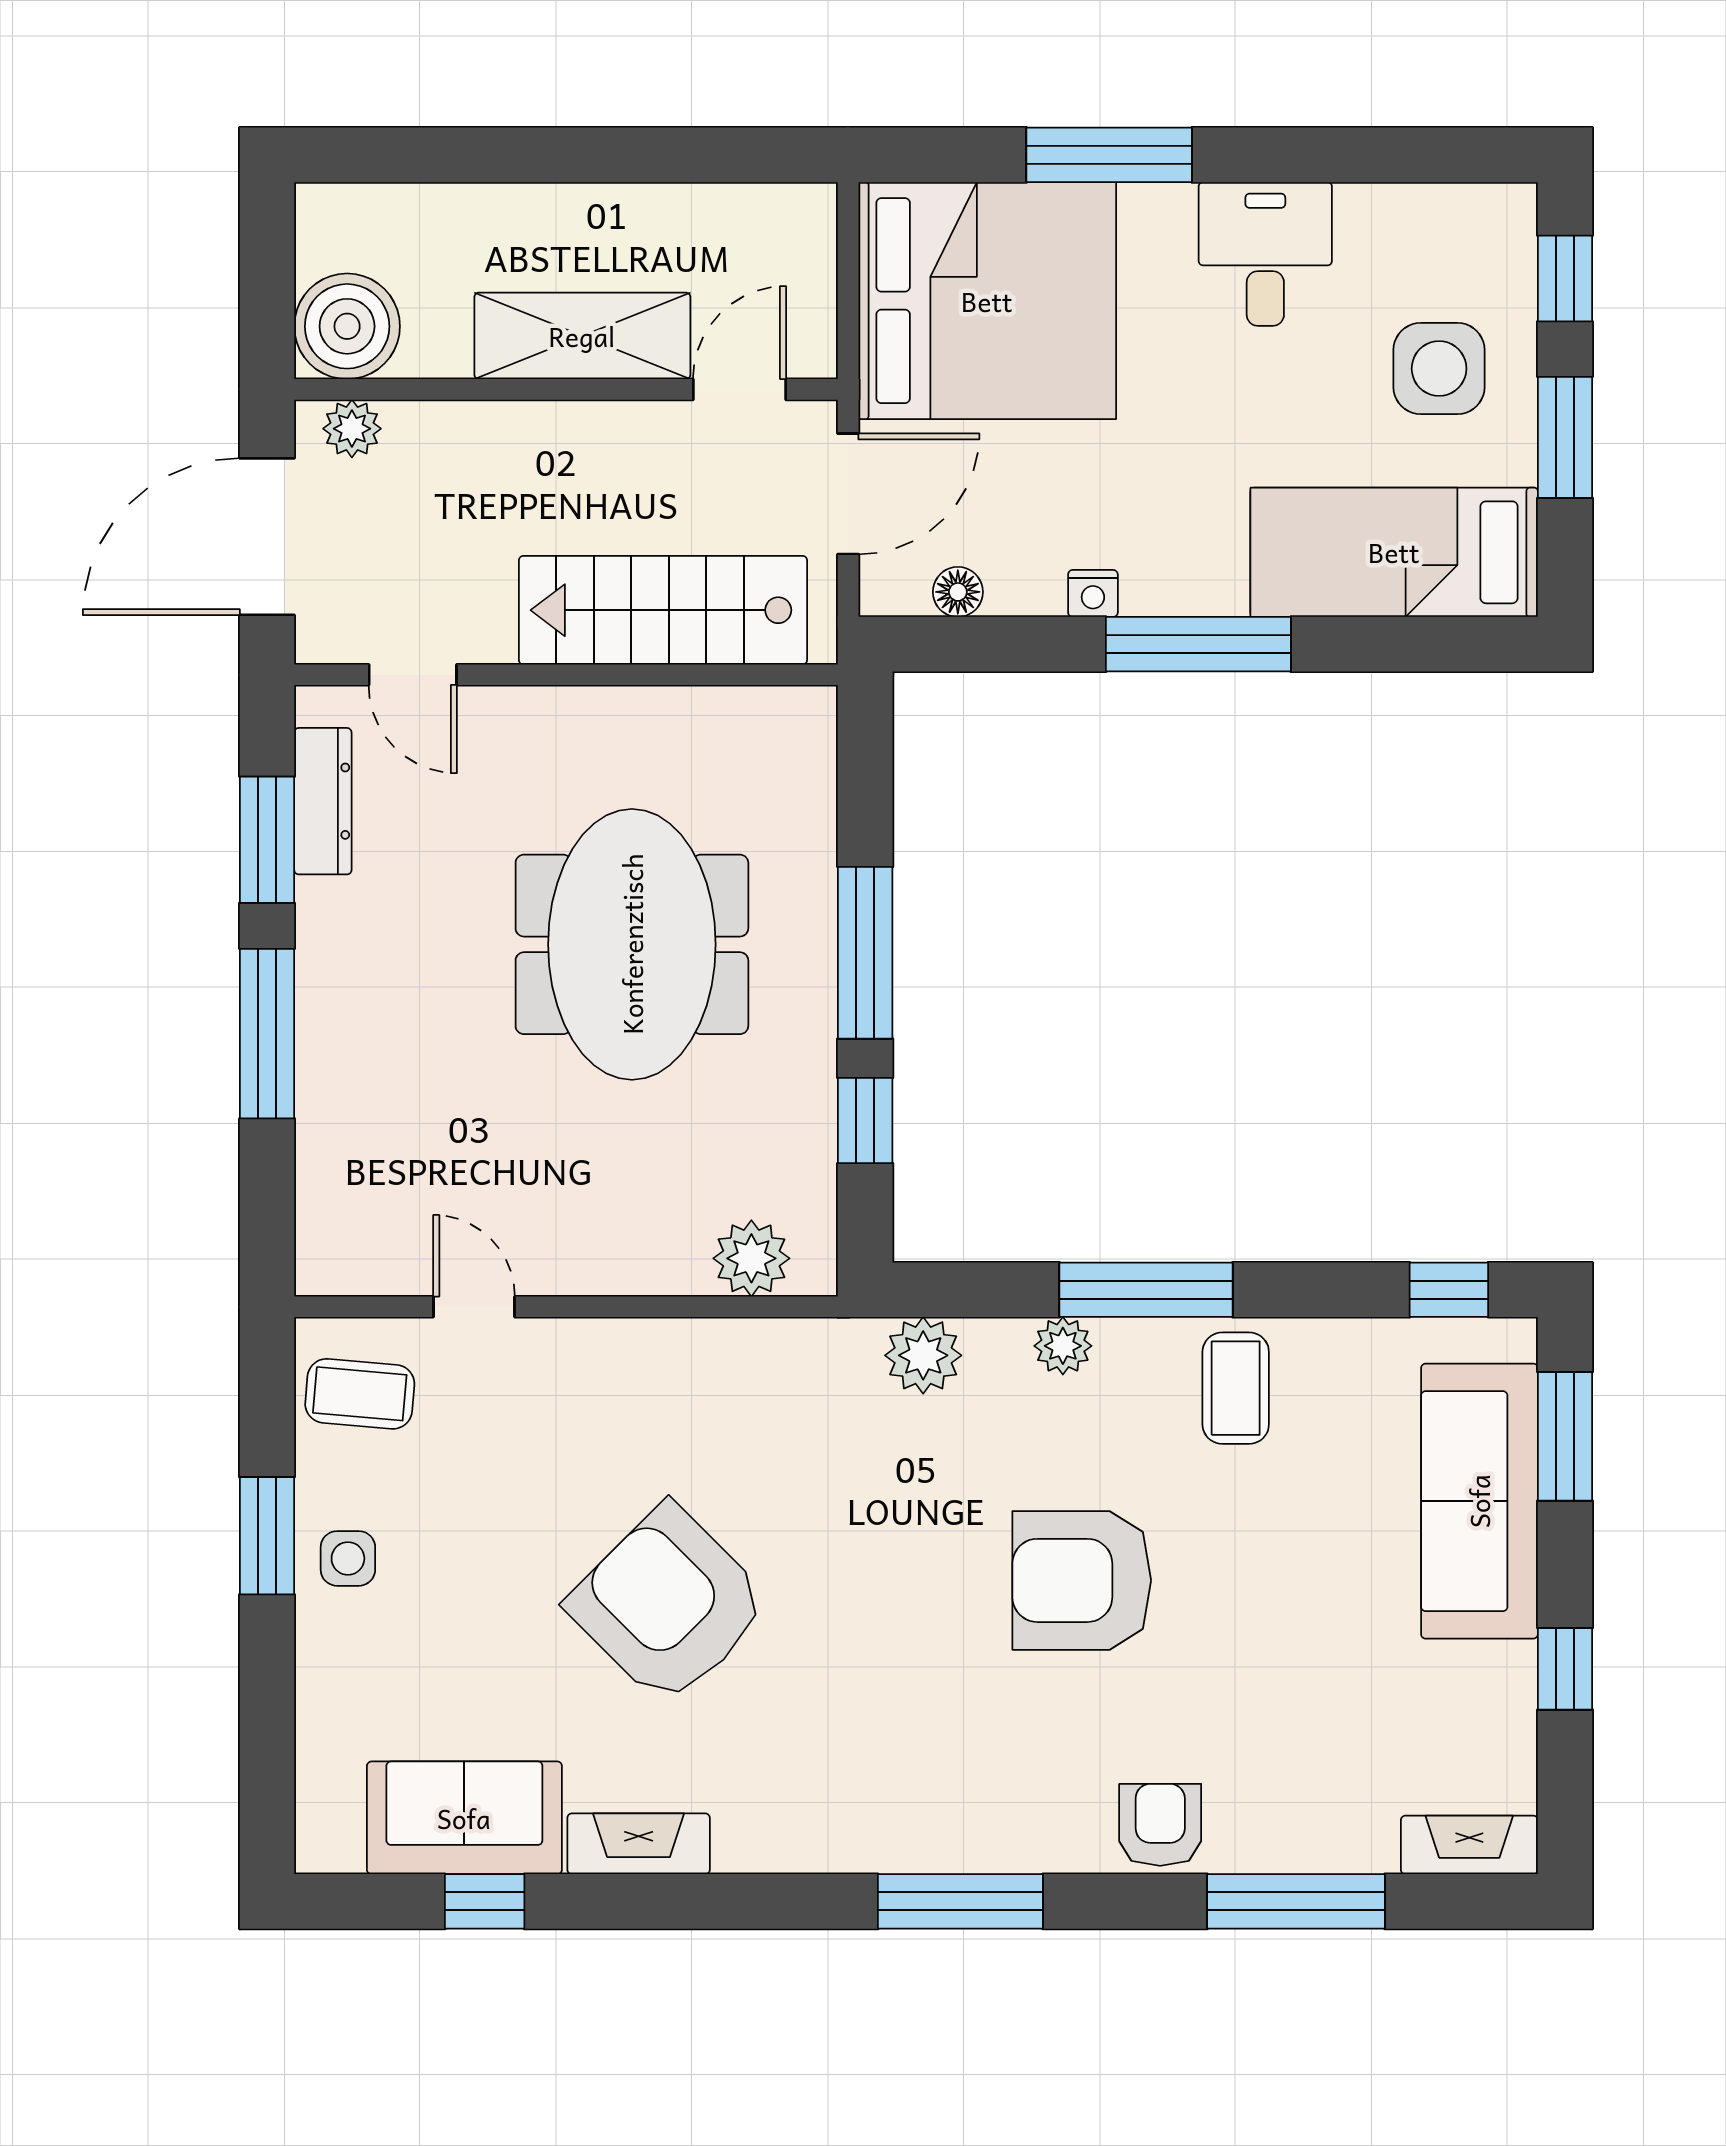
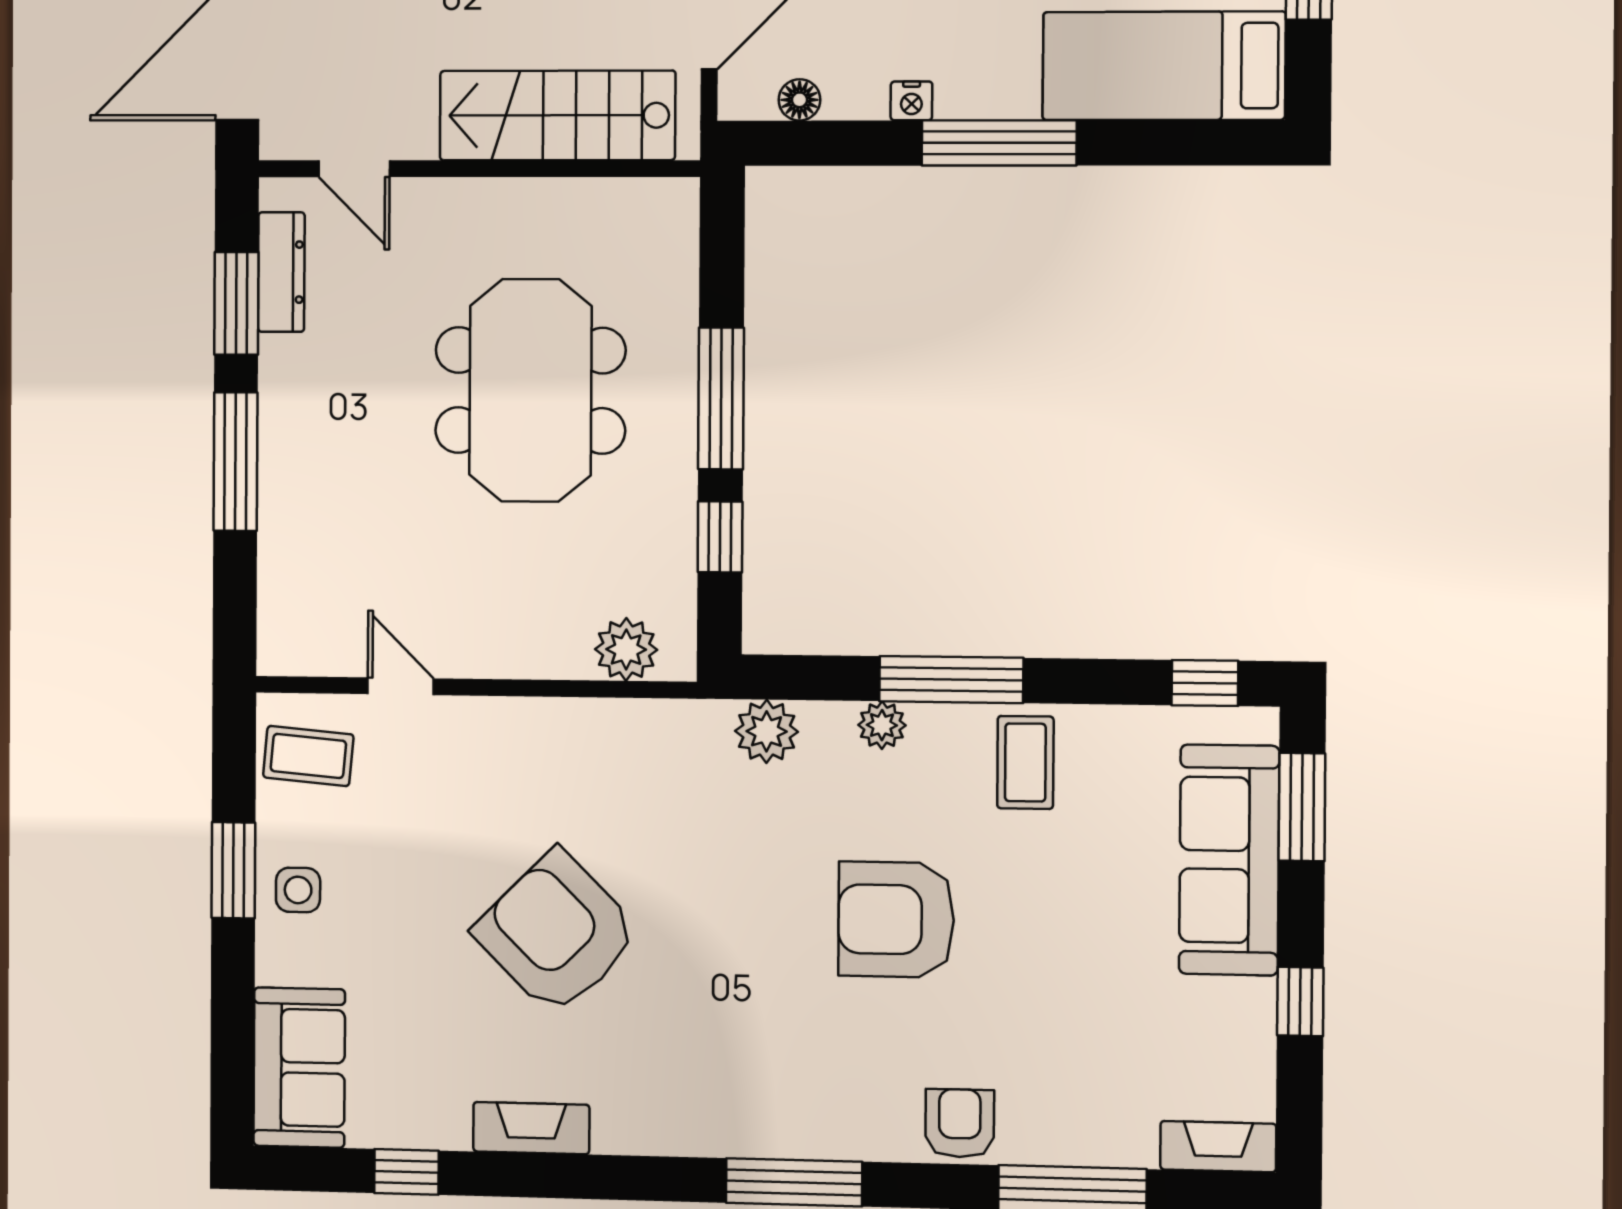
sofa: (464, 1818) -> (299, 1068), moved, turned 90

